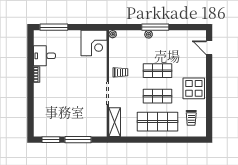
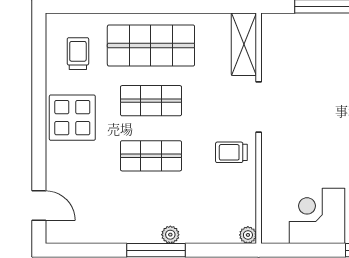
corner desk: (94, 43) -> (317, 216), moved

